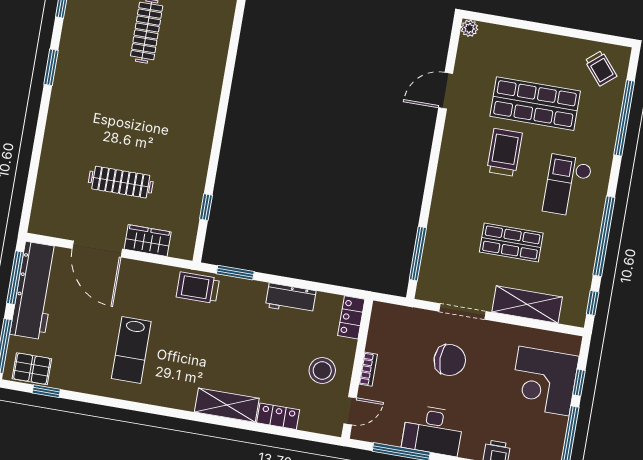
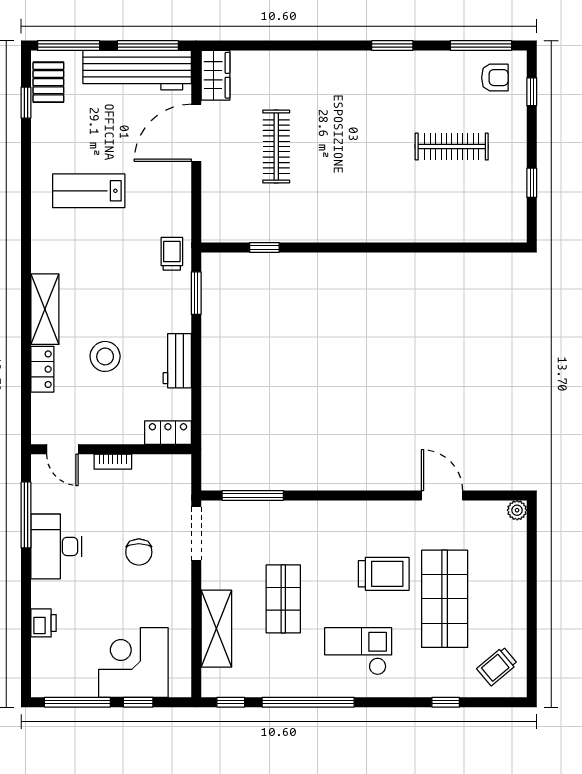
window: (624, 118) -> (446, 702), width x0.32
wardrobe: (148, 241) -> (215, 75), moved
trolley: (198, 288) -> (172, 254), width x0.73, depth x0.72
doorway: (462, 311) -> (196, 534), moved
chair: (450, 360) -> (139, 552), width x0.73, depth x0.73
stool: (322, 371) -> (105, 356), moved

